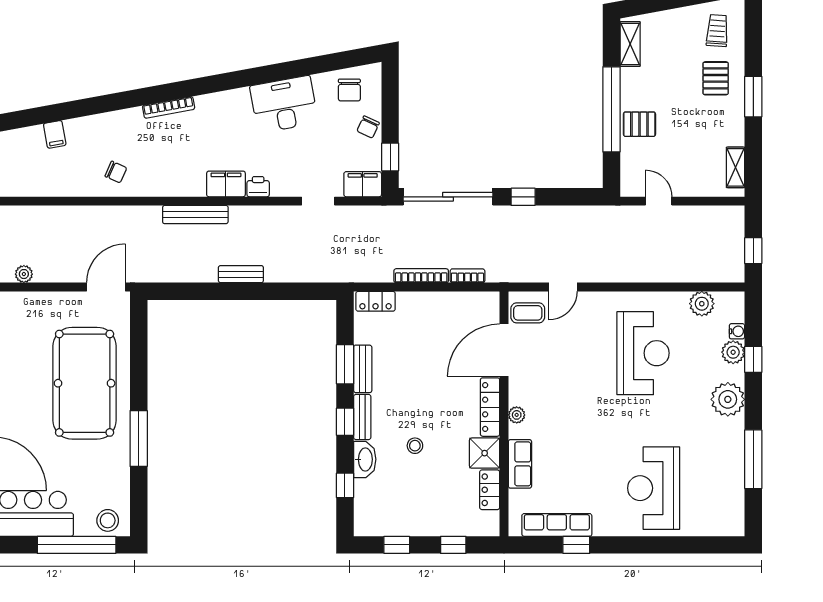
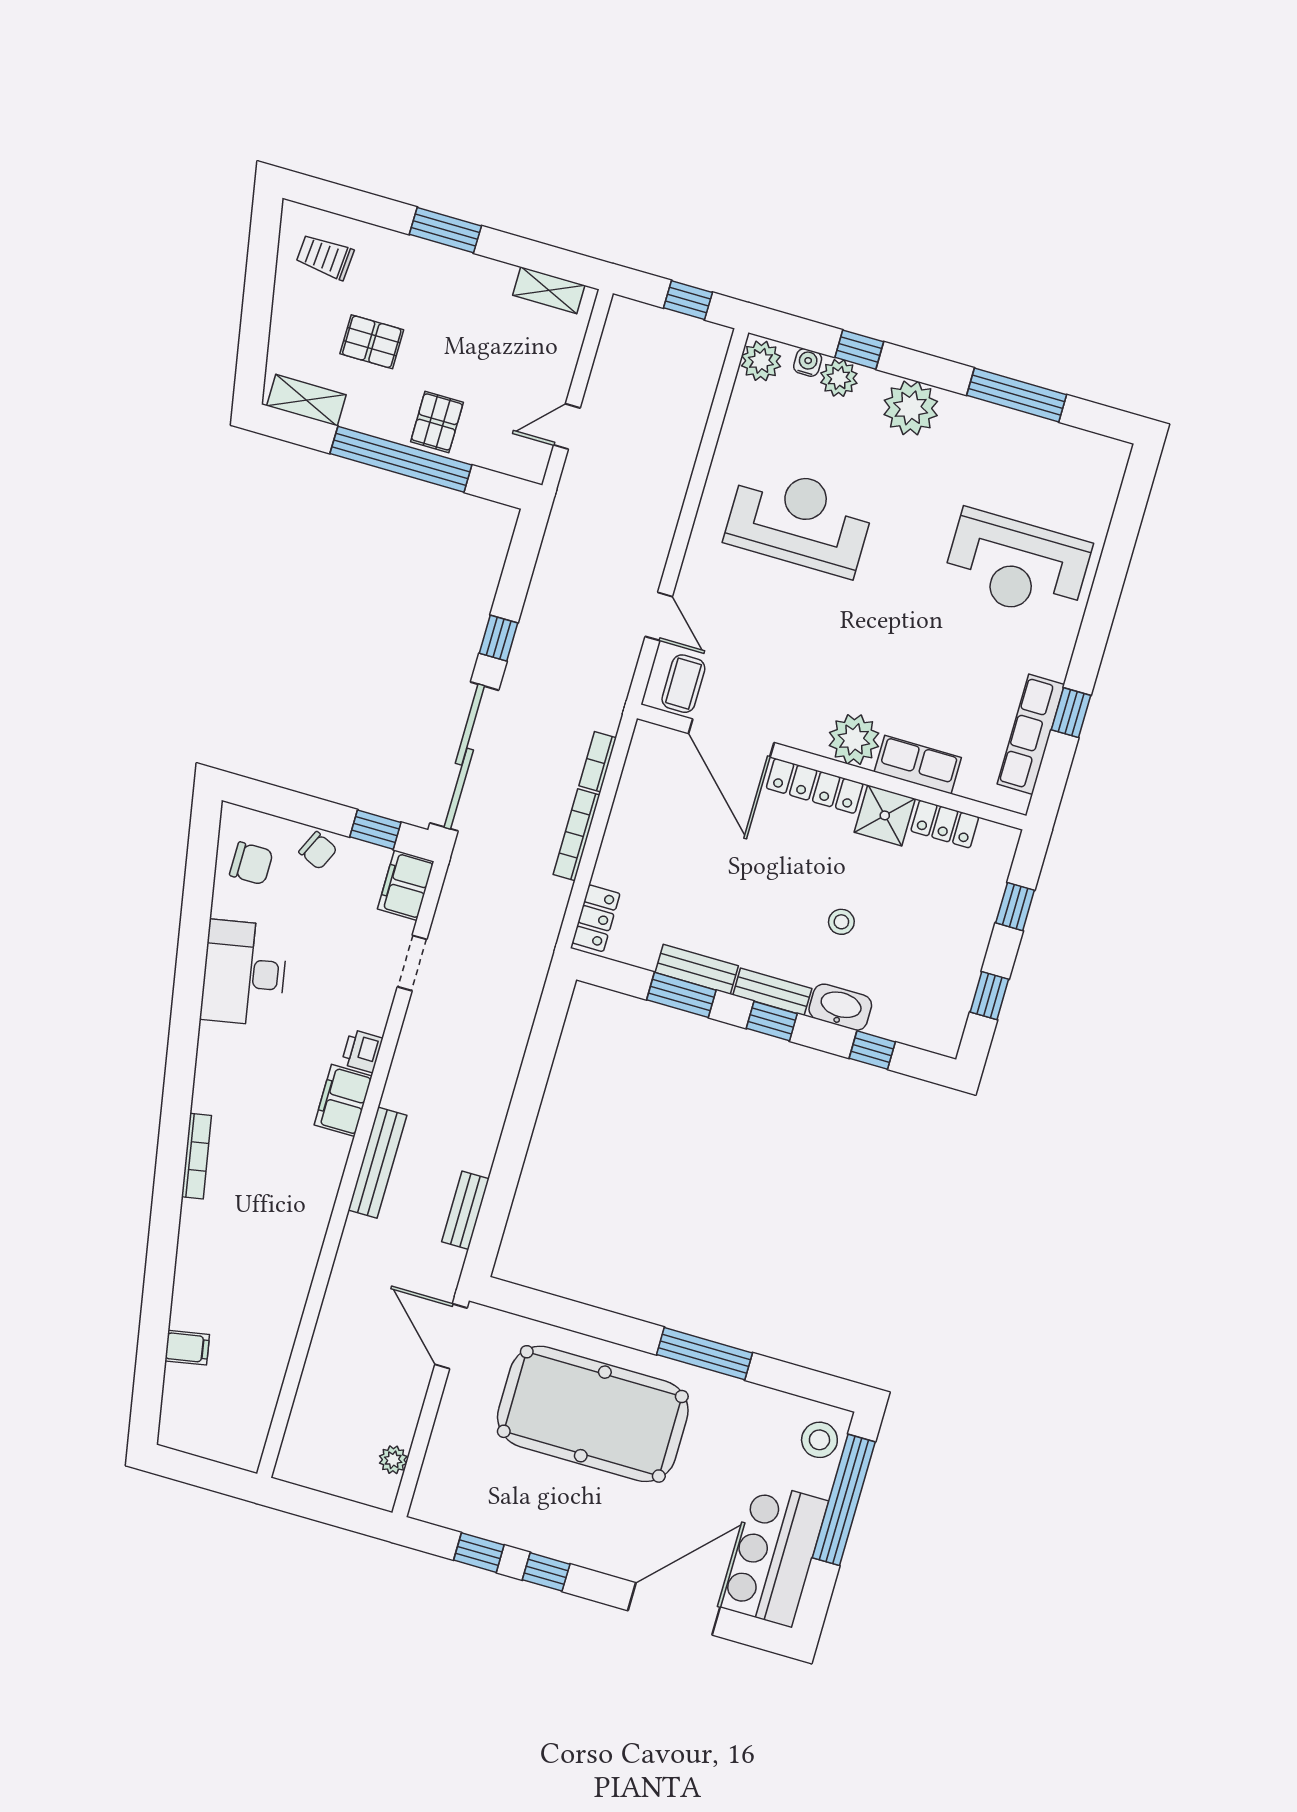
pallet: (716, 78) -> (372, 342), moved
chair: (116, 172) -> (274, 1269), removed
bench: (241, 274) -> (465, 1210), moved
plant: (702, 304) -> (761, 361), moved
plant: (517, 415) -> (854, 739), width x1.88, depth x1.88

